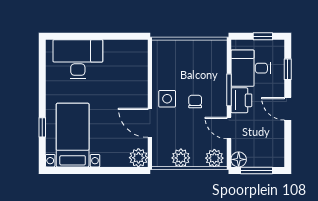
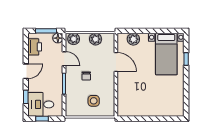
desk: (78, 59) -> (163, 104), removed
desk: (251, 68) -> (41, 104), moved, turned 180
side table: (167, 99) -> (94, 101), moved
printer: (241, 100) -> (35, 47), moved, turned 180
door: (288, 109) -> (26, 71), hinge flipped
plant: (138, 158) -> (133, 39), moved

